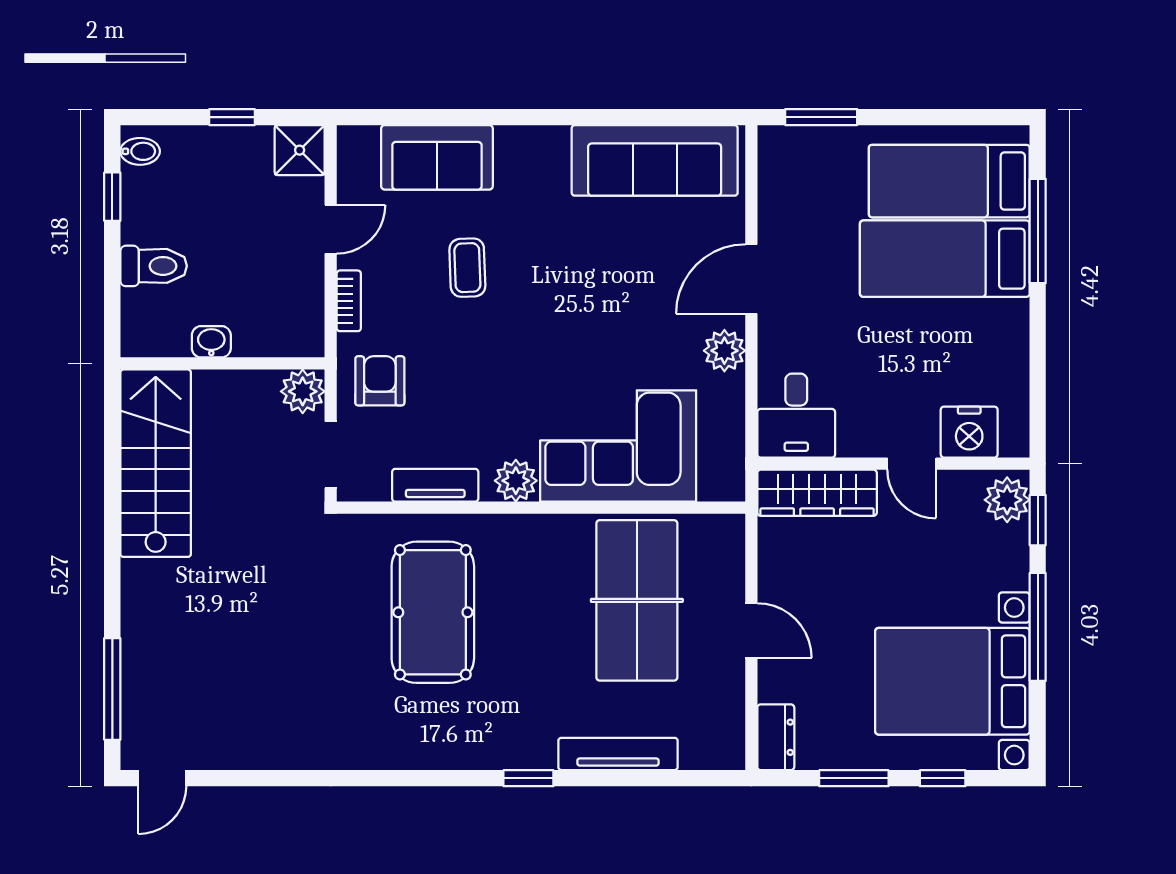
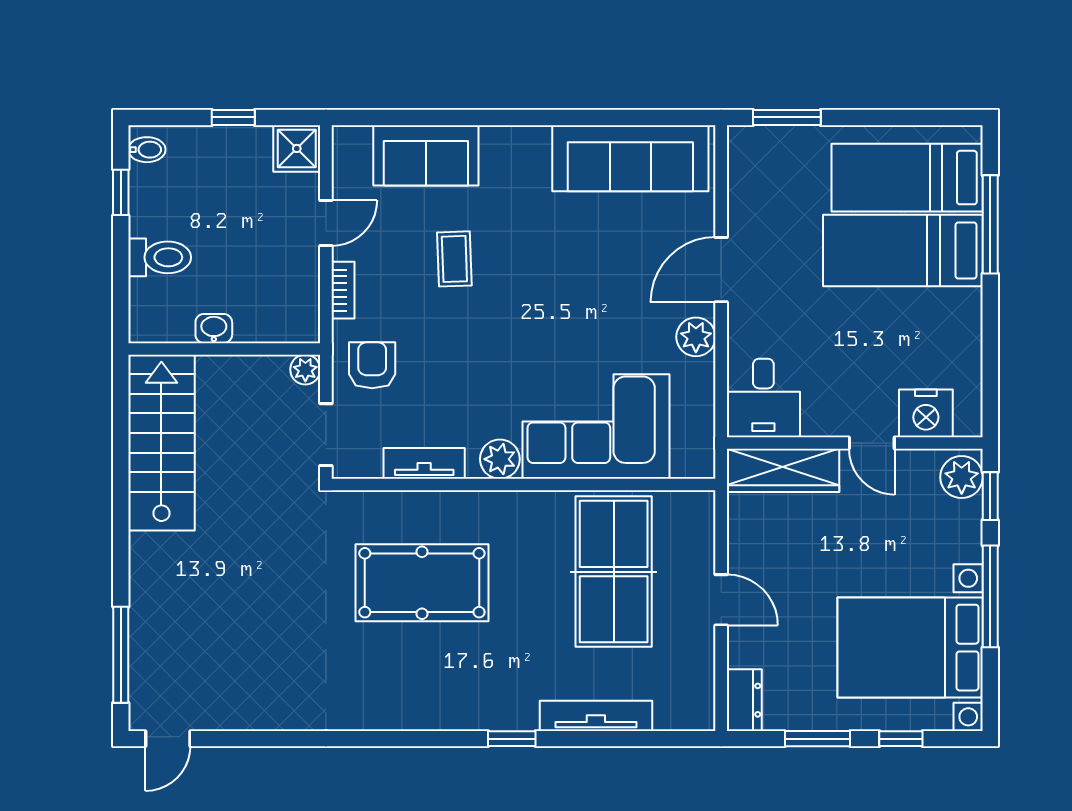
plant: (303, 391) -> (305, 370), width x0.73, depth x0.73
pool table: (433, 612) -> (422, 583), turned 90

